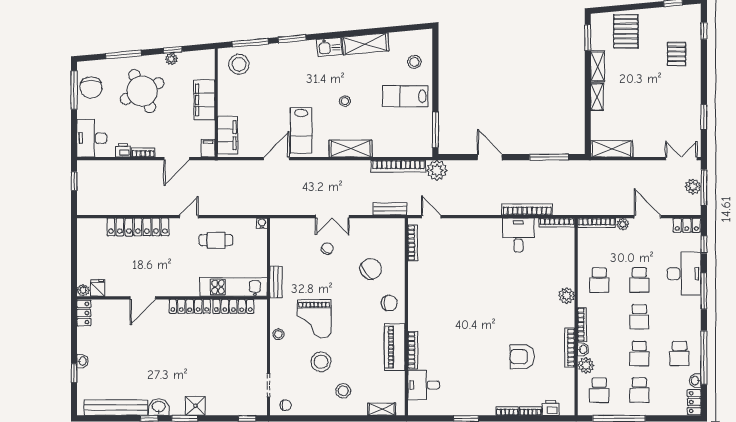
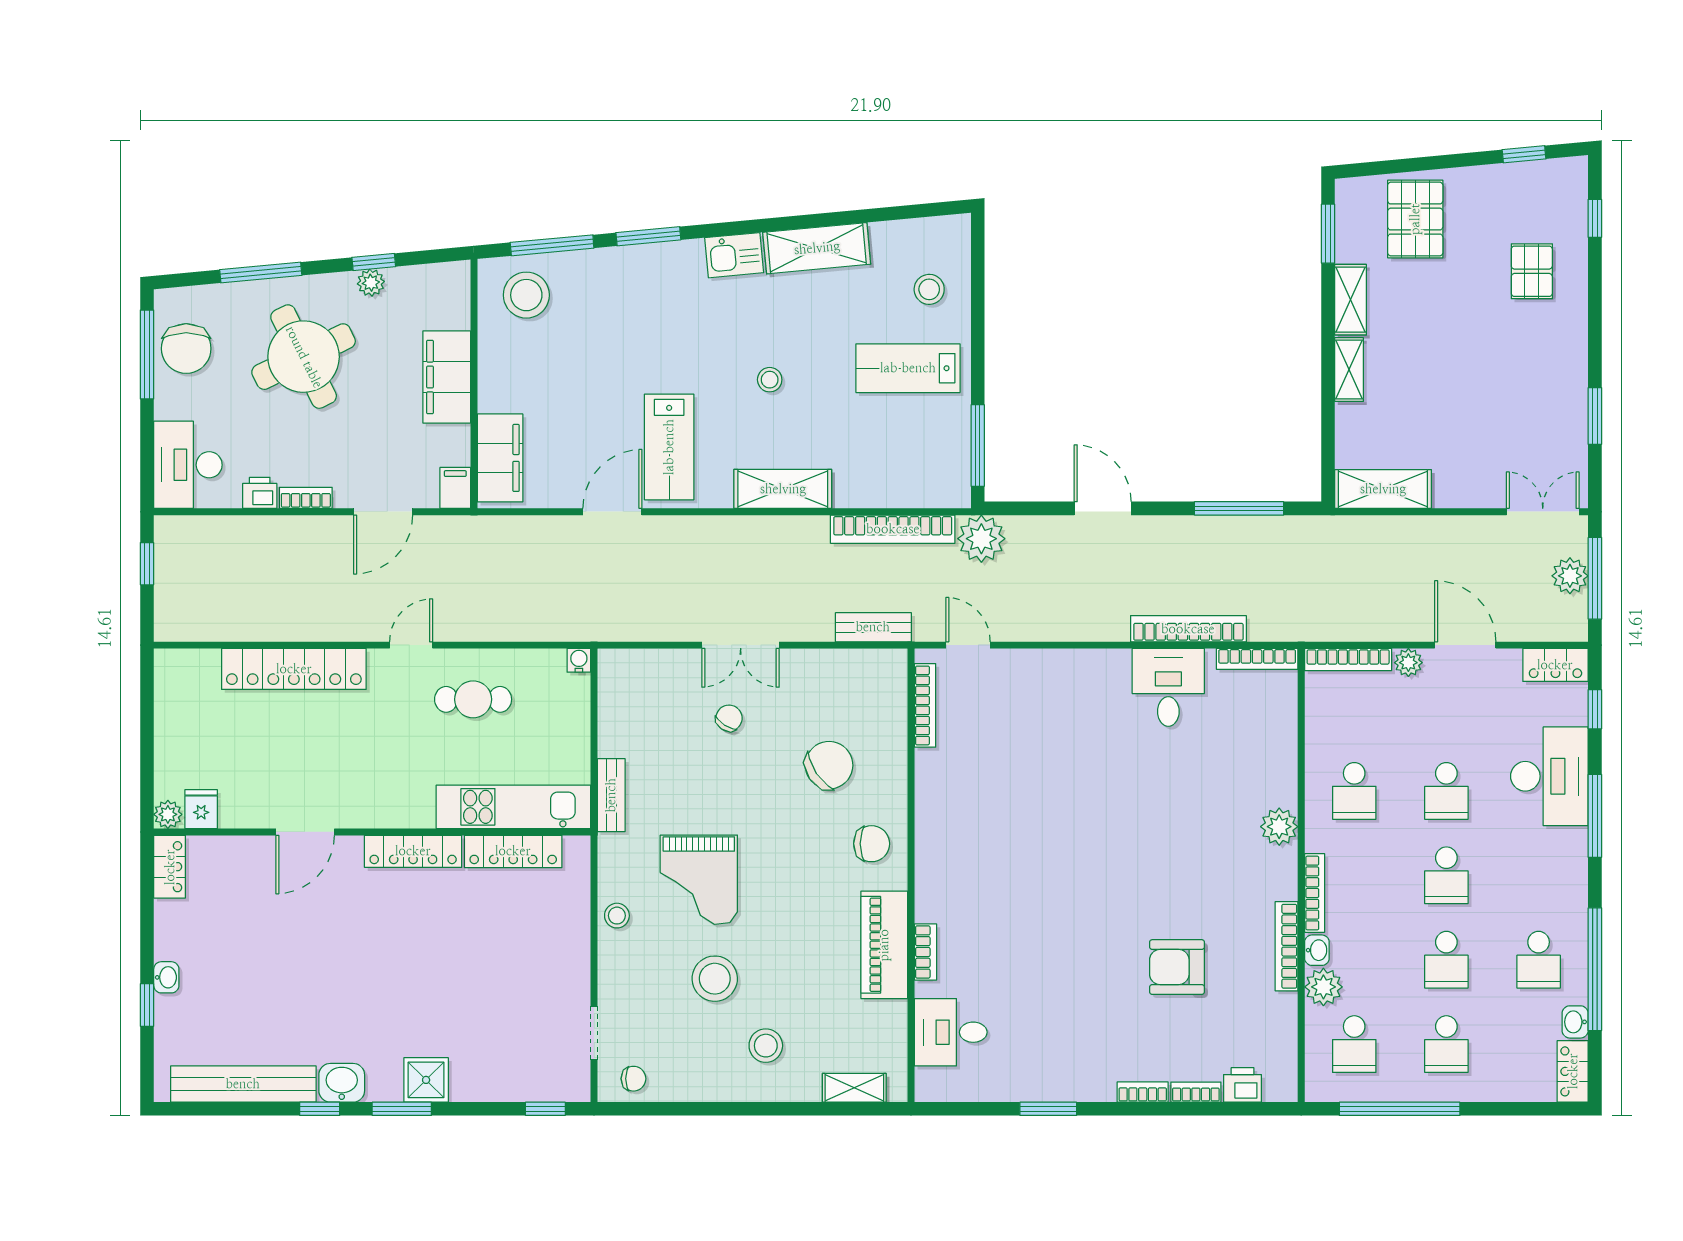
bookcase: (413, 350) -> (926, 952), width x0.64

